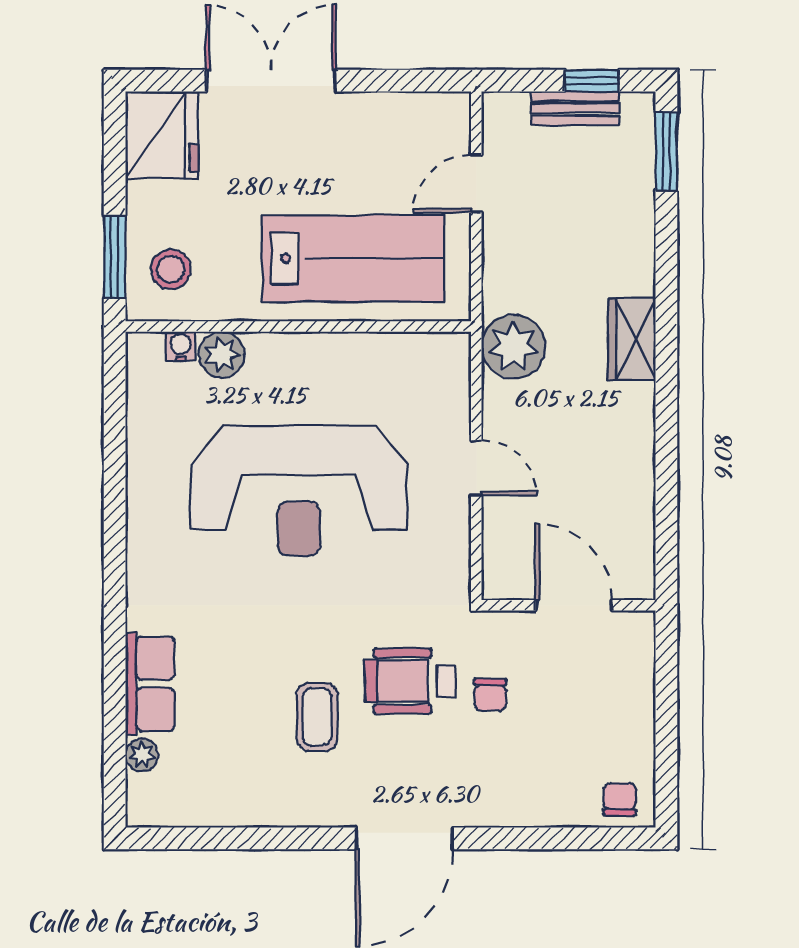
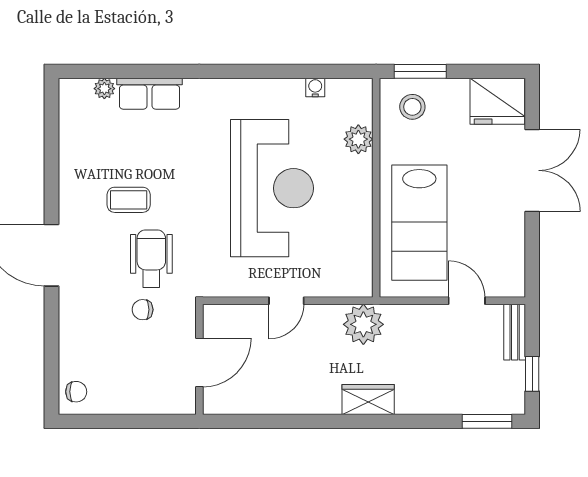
bench: (575, 108) -> (515, 332), moved
water cooler: (181, 346) -> (315, 87), moved, turned -90
reception desk: (299, 491) -> (272, 188), turned 180

